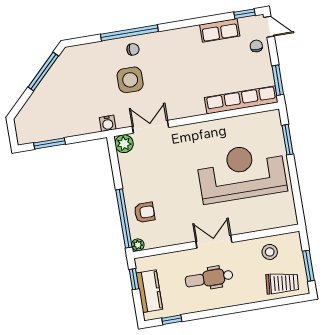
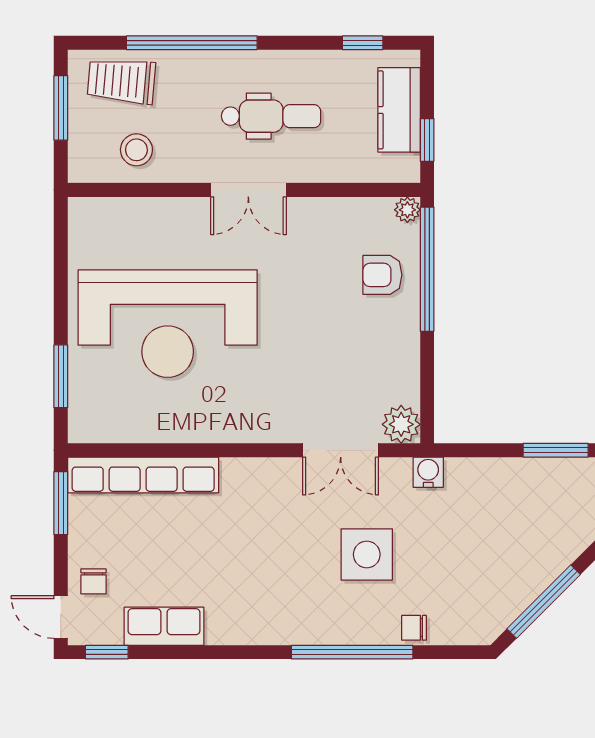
chair: (133, 49) -> (414, 628), moved
window: (252, 306) -> (192, 43), added

